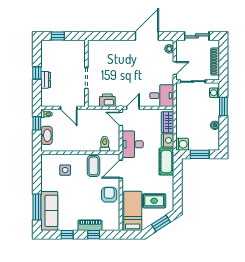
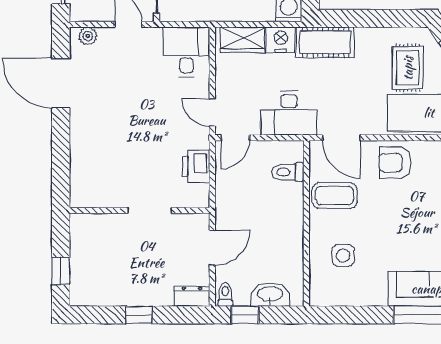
dresser: (46, 80) -> (192, 296), moved

